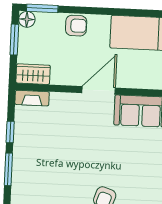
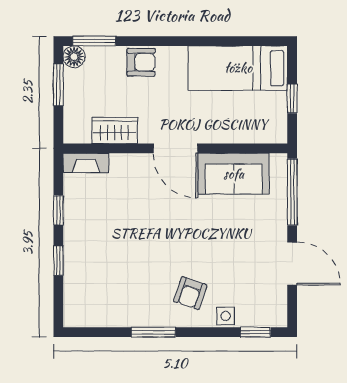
wardrobe: (33, 74) -> (115, 130), moved
door: (99, 90) -> (175, 148), swing flipped
window: (8, 169) -> (58, 261), width x0.67

